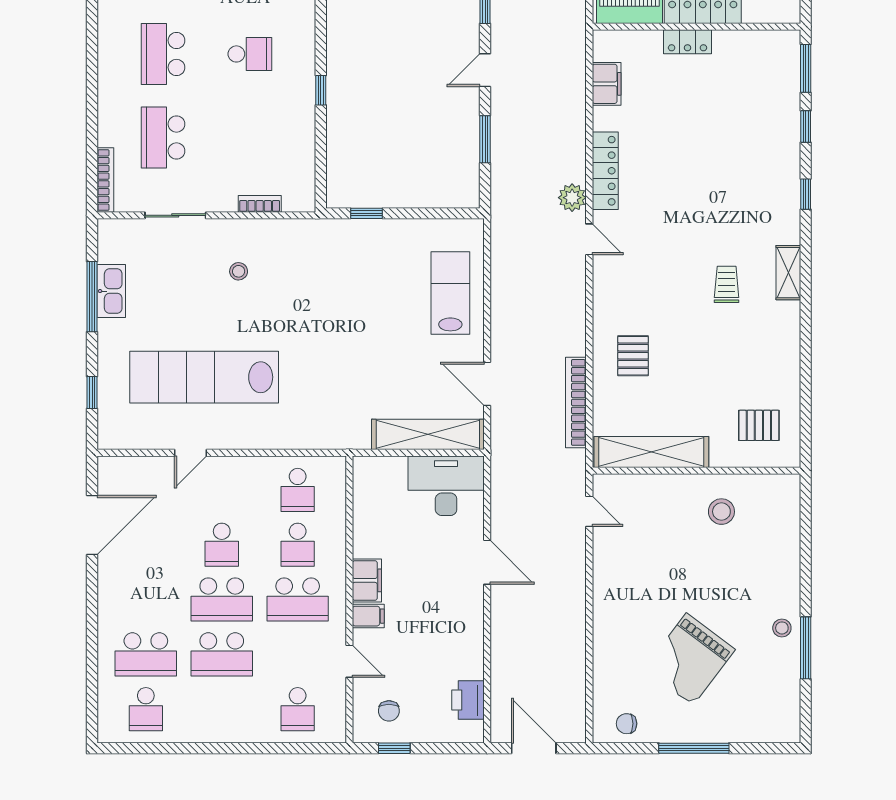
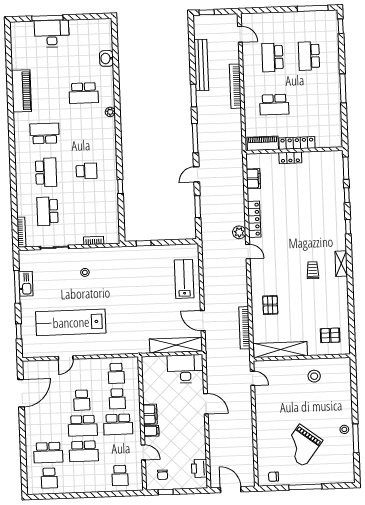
school desk: (163, 54) -> (46, 172), turned 180

